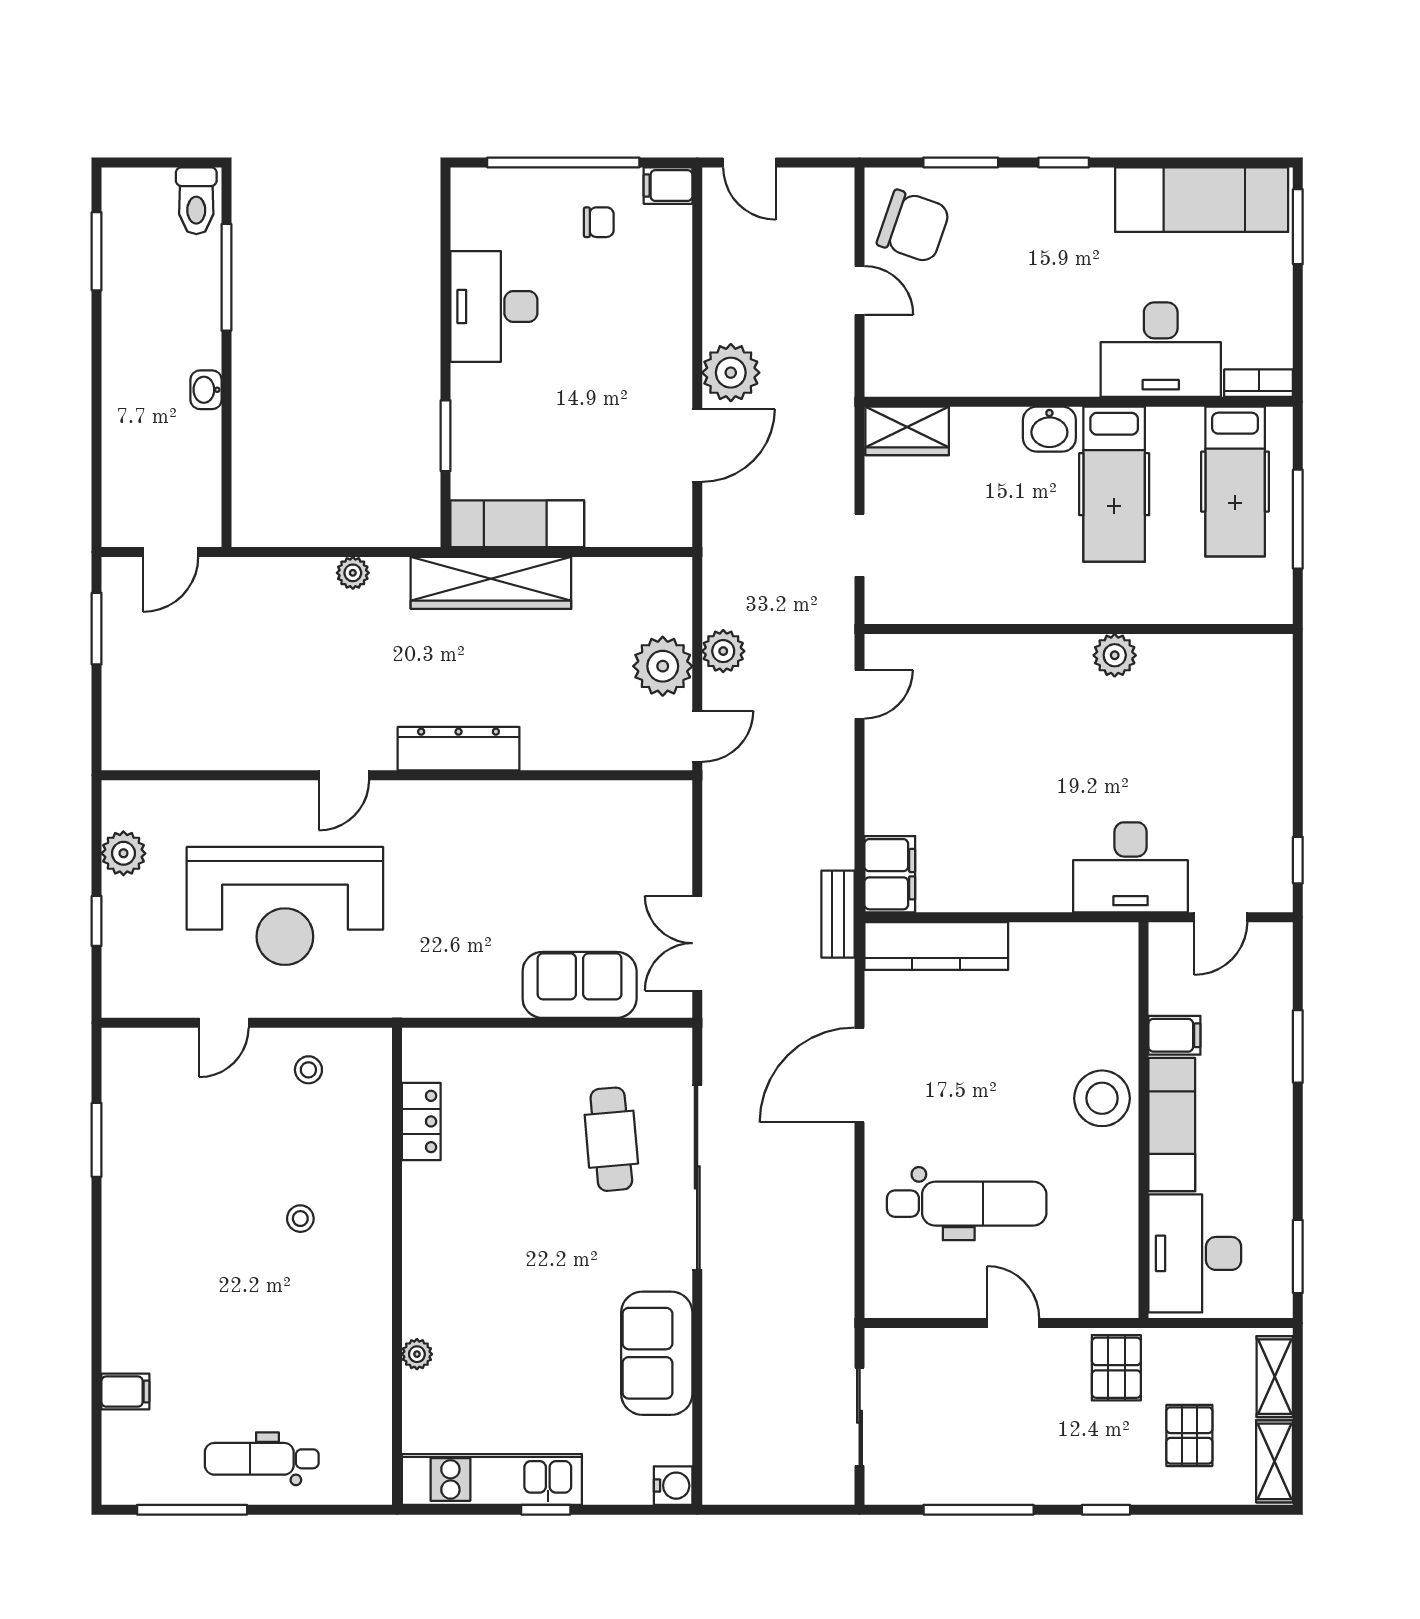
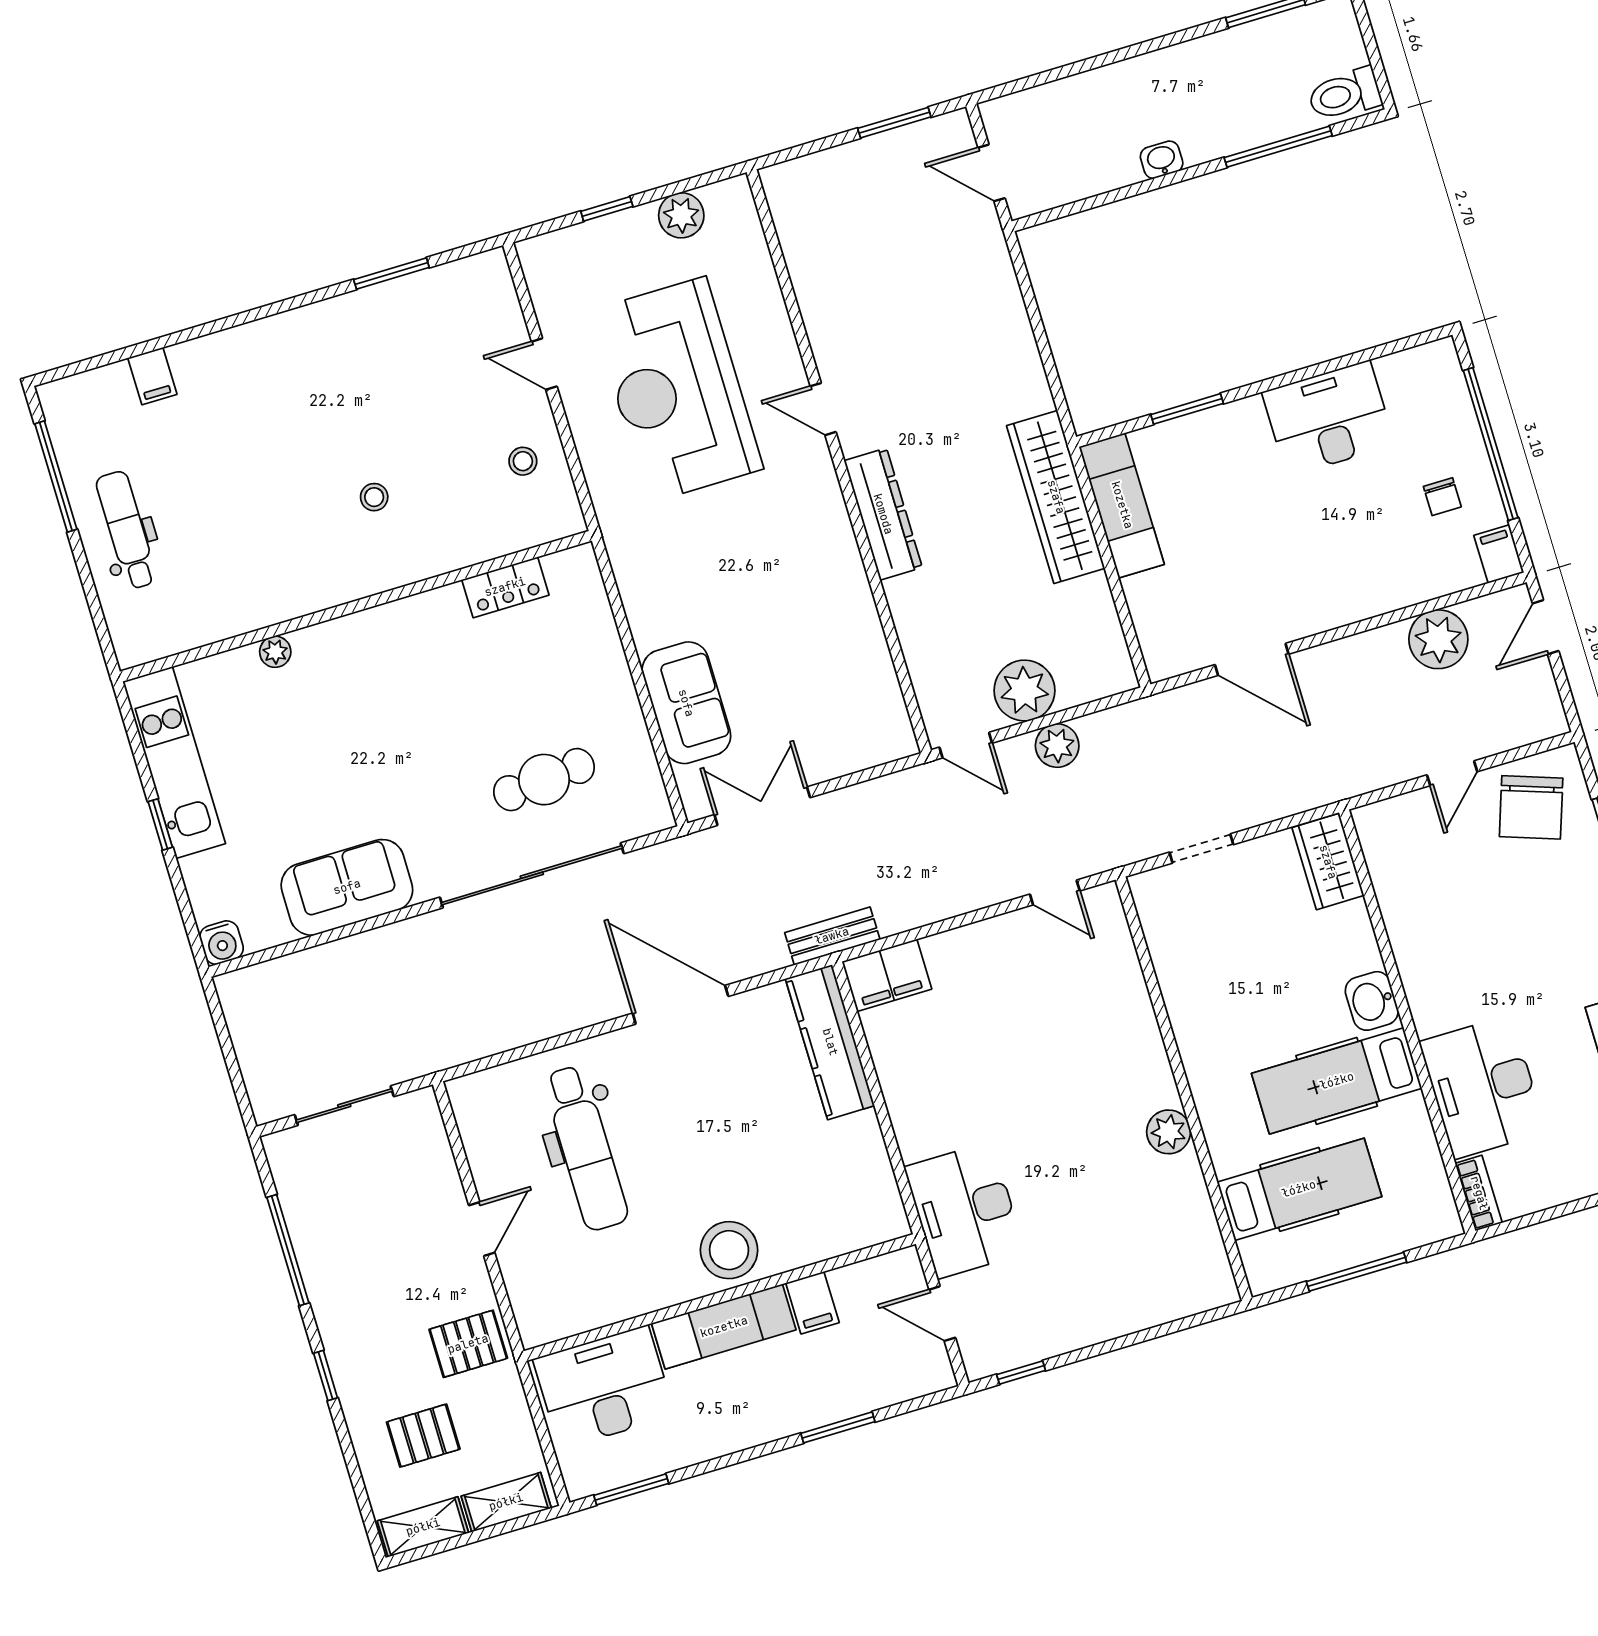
plant: (731, 373) -> (1438, 639), moved
hospital bed: (1235, 482) -> (1299, 1189), moved, turned 180
plant: (353, 573) -> (1025, 358), removed

